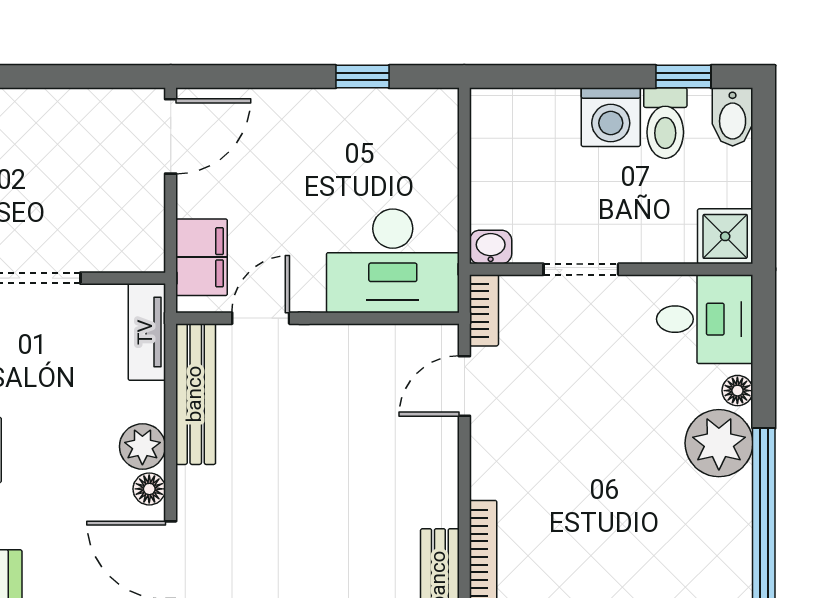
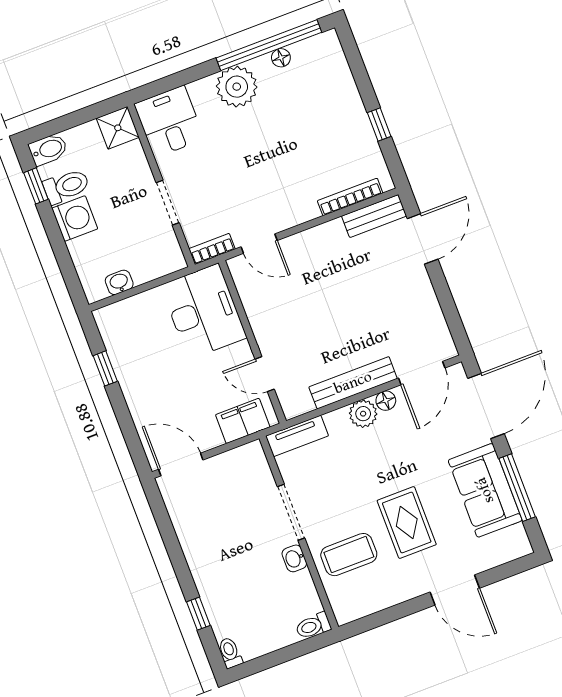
washbasin: (491, 247) -> (119, 282), moved, turned 90
floor lamp: (737, 391) -> (281, 58), moved
bench: (196, 394) -> (353, 383), moved

